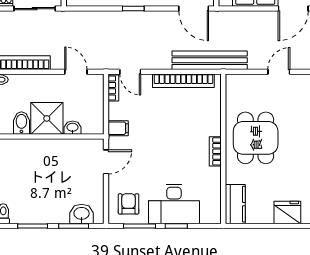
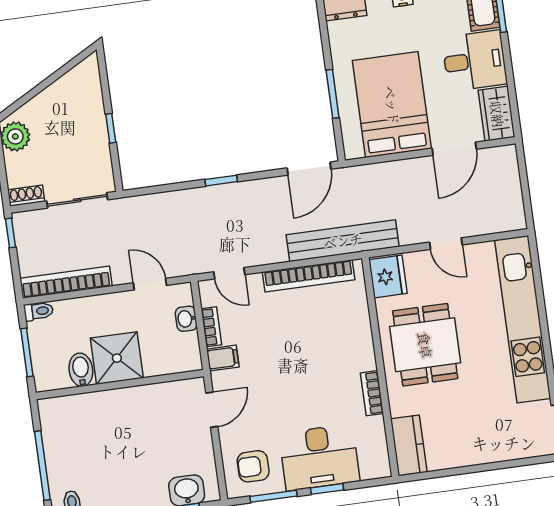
door: (194, 9) -> (309, 169), hinge flipped
door: (279, 72) -> (446, 244), swing flipped
bookcase: (113, 88) -> (211, 327), moved
washbasin: (73, 128) -> (186, 319), moved, turned -90
bookcase: (215, 151) -> (372, 393), moved
armchair: (129, 204) -> (253, 466), turned -90
fridge: (287, 212) -> (388, 276), moved, turned 90

